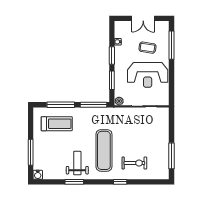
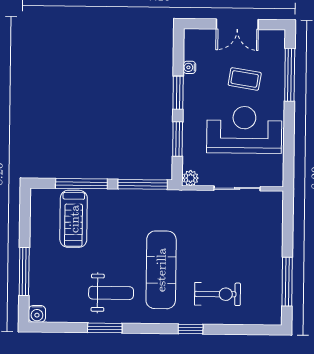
reception desk: (148, 75) -> (244, 130), turned 180
treadmill: (57, 124) -> (74, 219), turned 90
weight bench: (77, 163) -> (111, 293), turned 90

